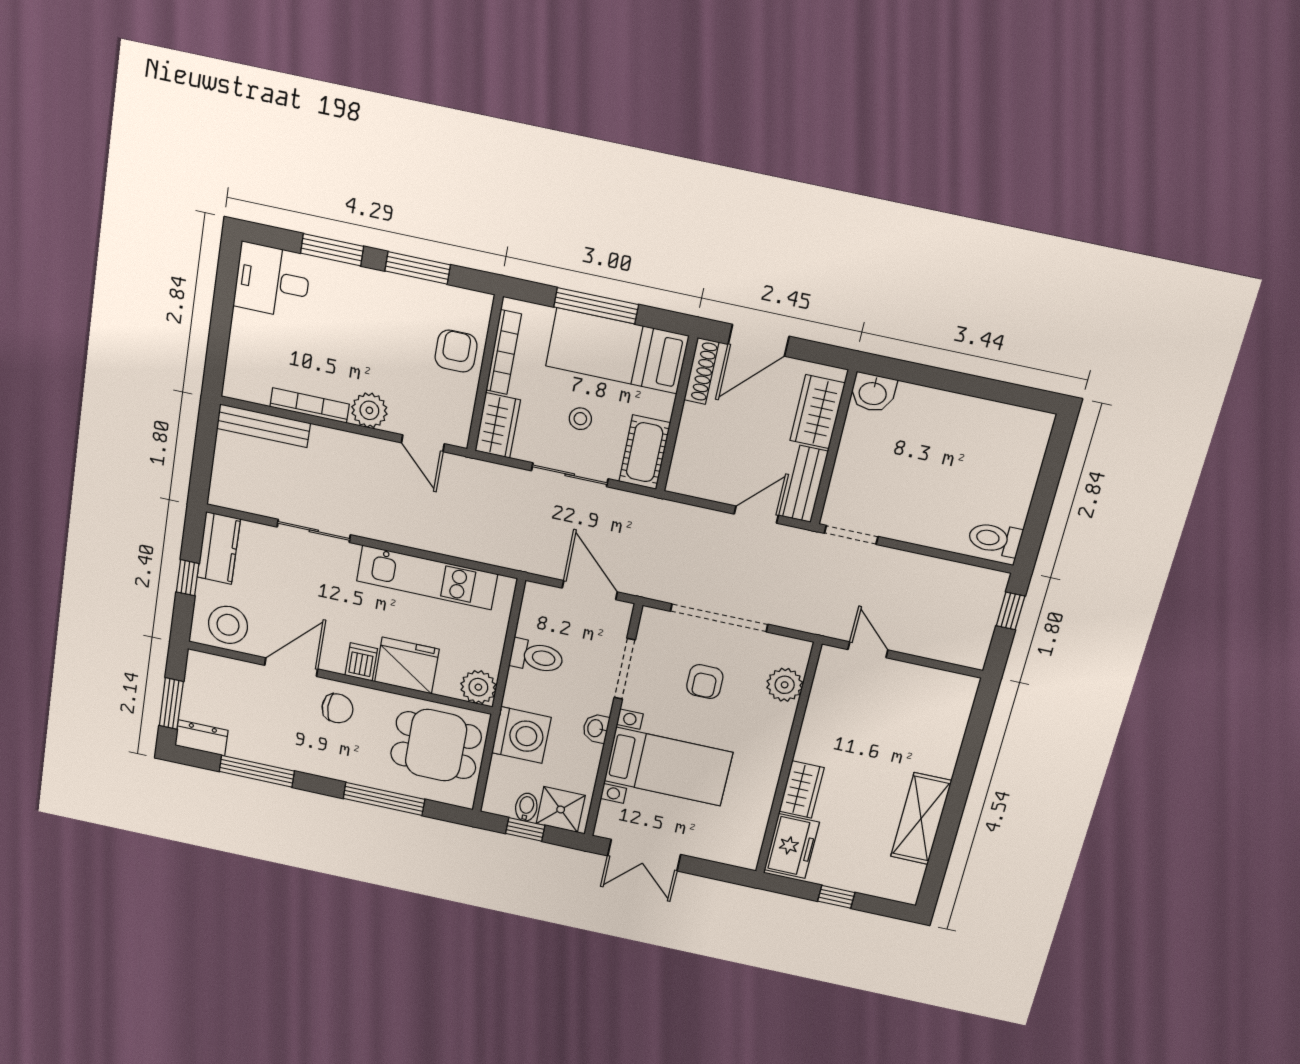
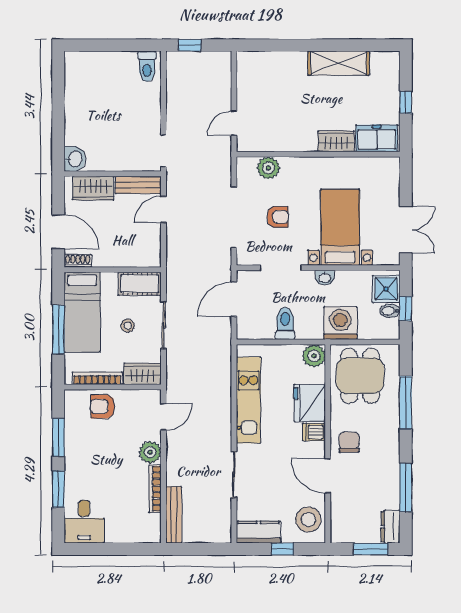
shoe rack: (701, 371) -> (78, 261), width x0.70
door: (756, 515) -> (163, 210), hinge flipped

